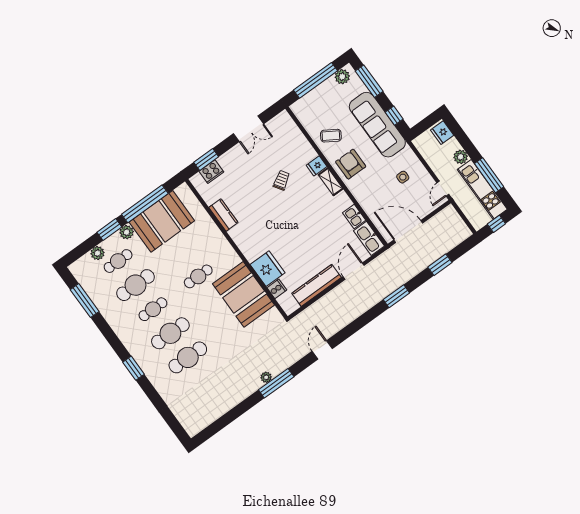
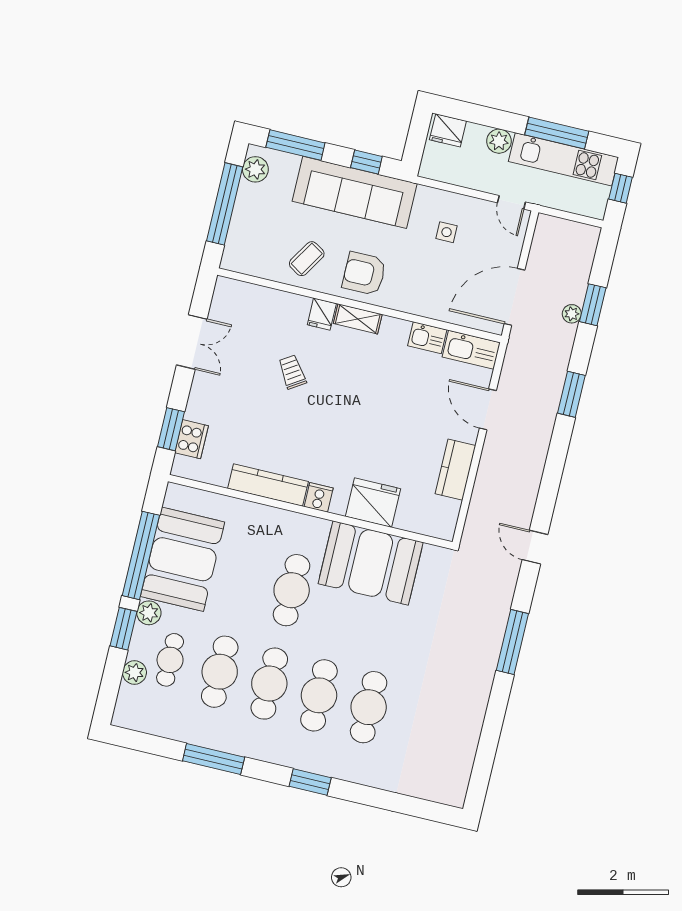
kitchen counter: (223, 215) -> (268, 485), width x1.50
cafe table: (198, 276) -> (292, 590), width x1.37, depth x1.35
kitchen counter: (317, 285) -> (455, 470), width x0.67
cooker: (277, 289) -> (319, 497), moved
window: (85, 301) -> (214, 759), moved
cafe table: (153, 309) -> (269, 684), width x1.37, depth x1.35
plant: (266, 377) -> (572, 314), moved

